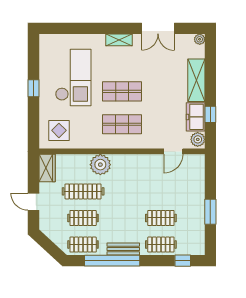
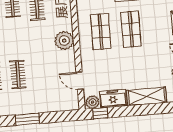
window: (210, 114) -> (100, 113), moved
plant: (100, 165) -> (64, 41), moved

